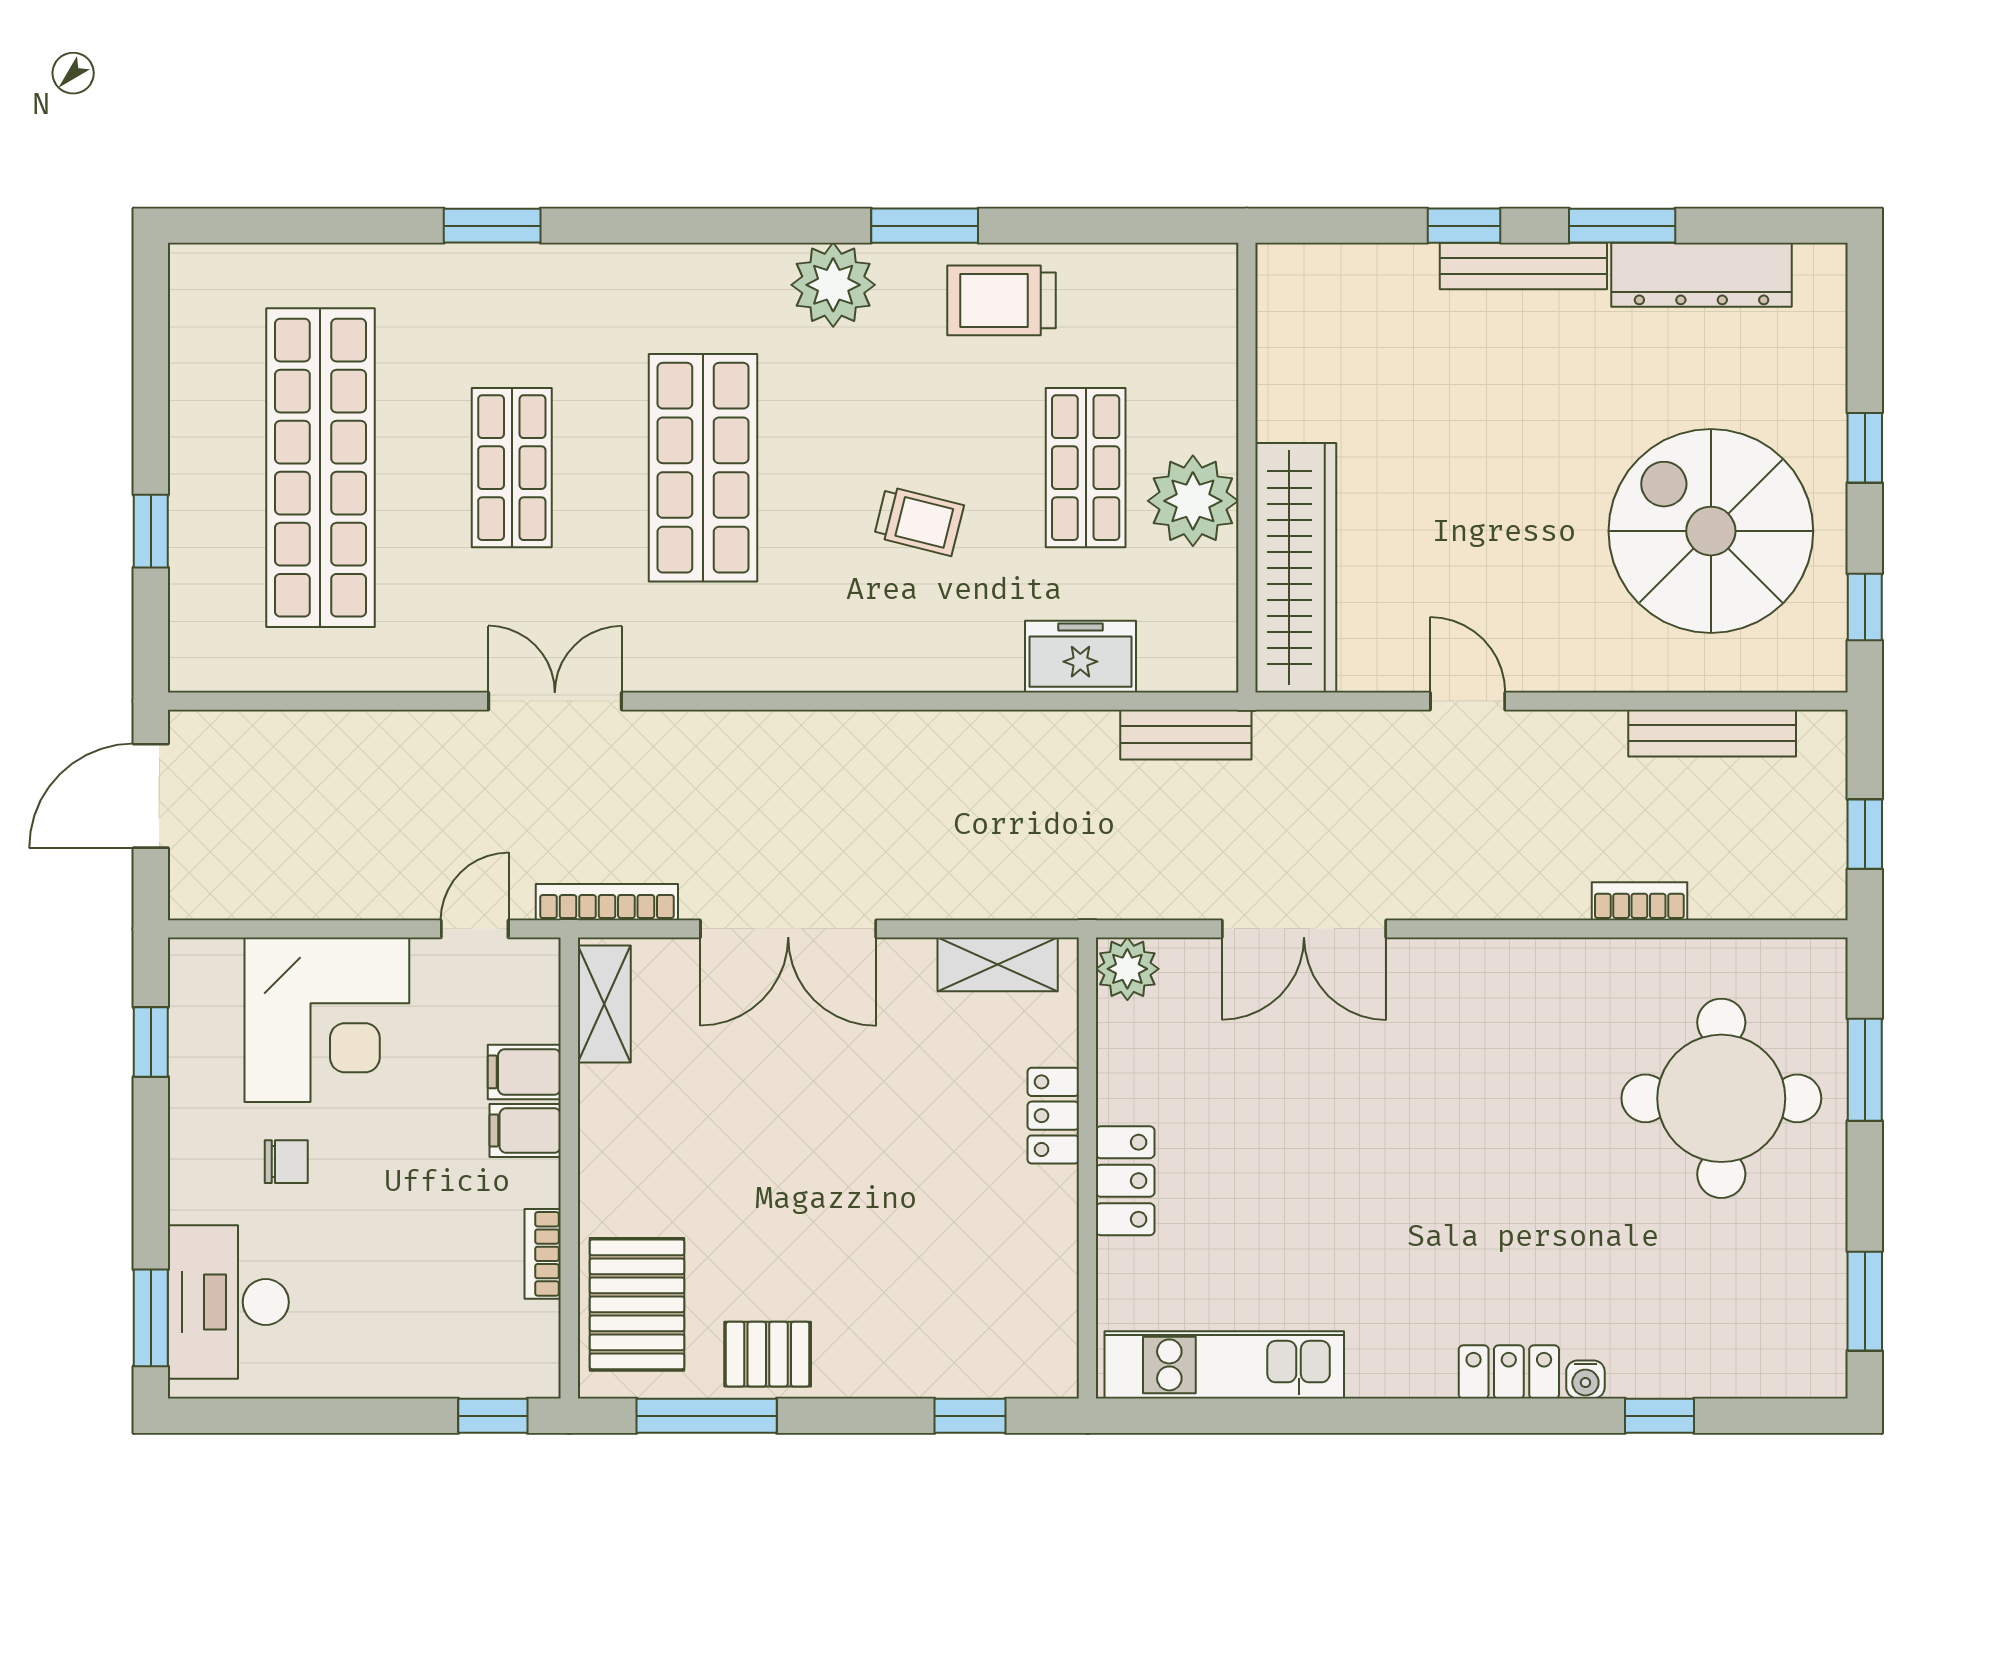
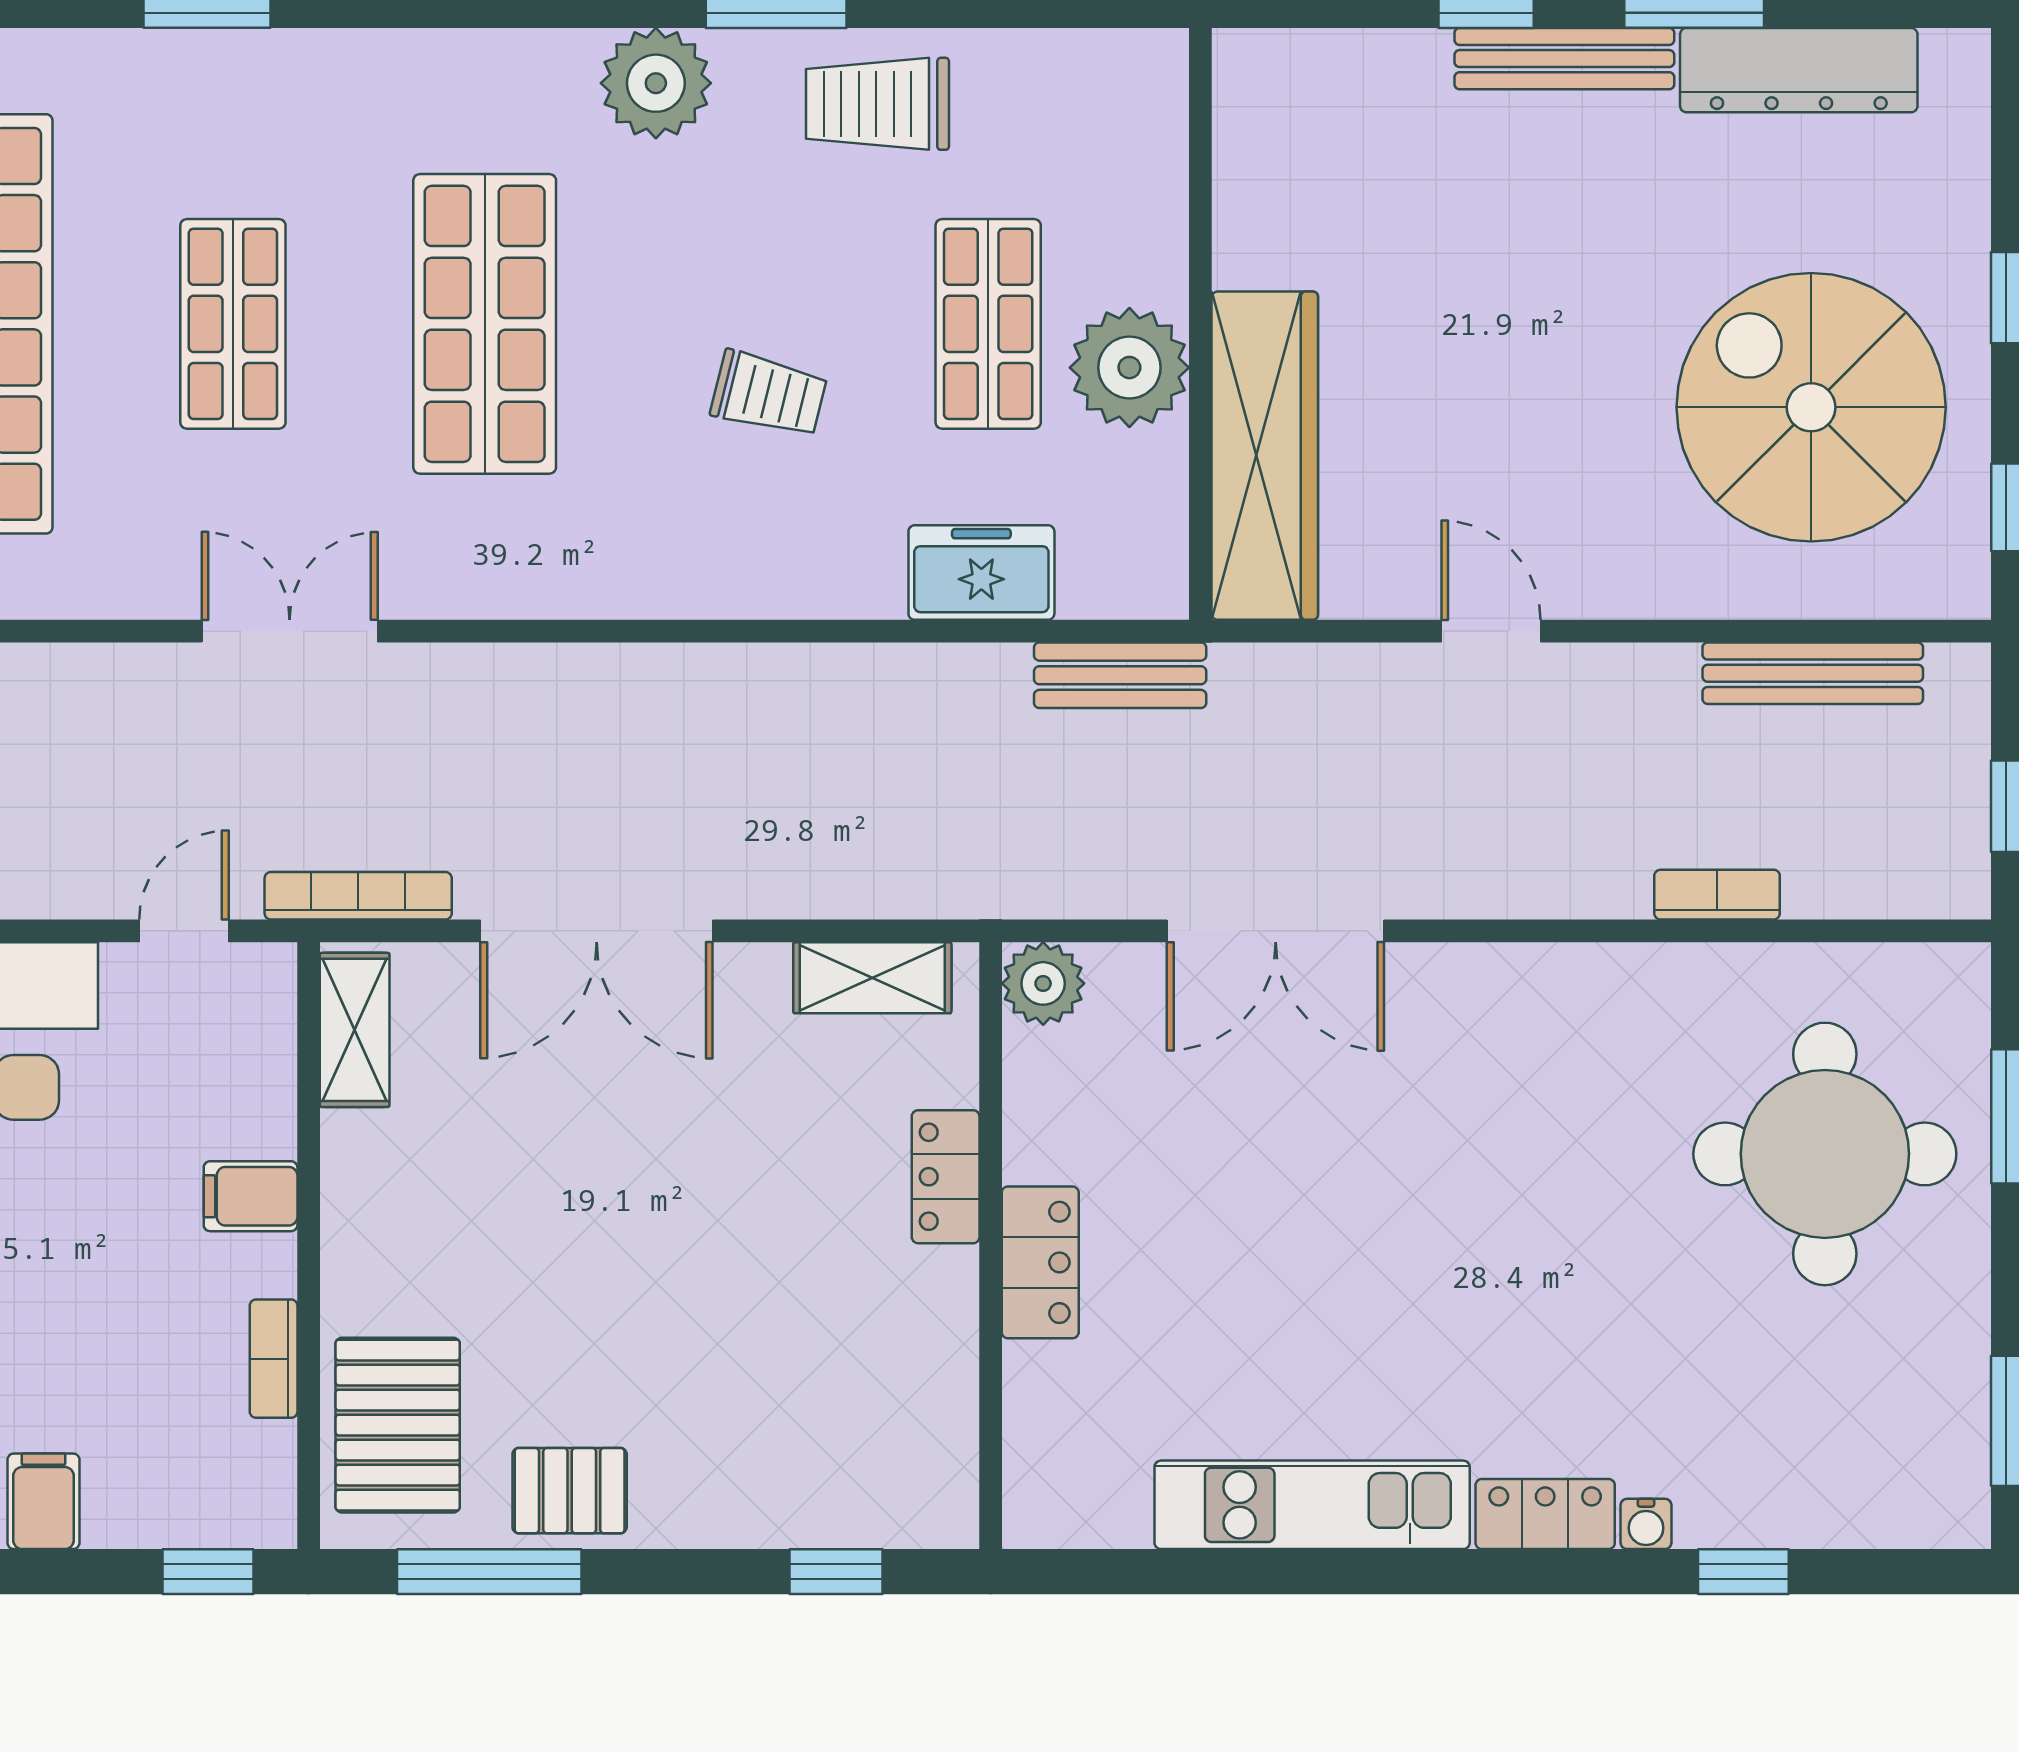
filing cabinet: (524, 1072) -> (43, 1501), moved, turned 90
kitchen unit: (1224, 1365) -> (1312, 1505), moved

